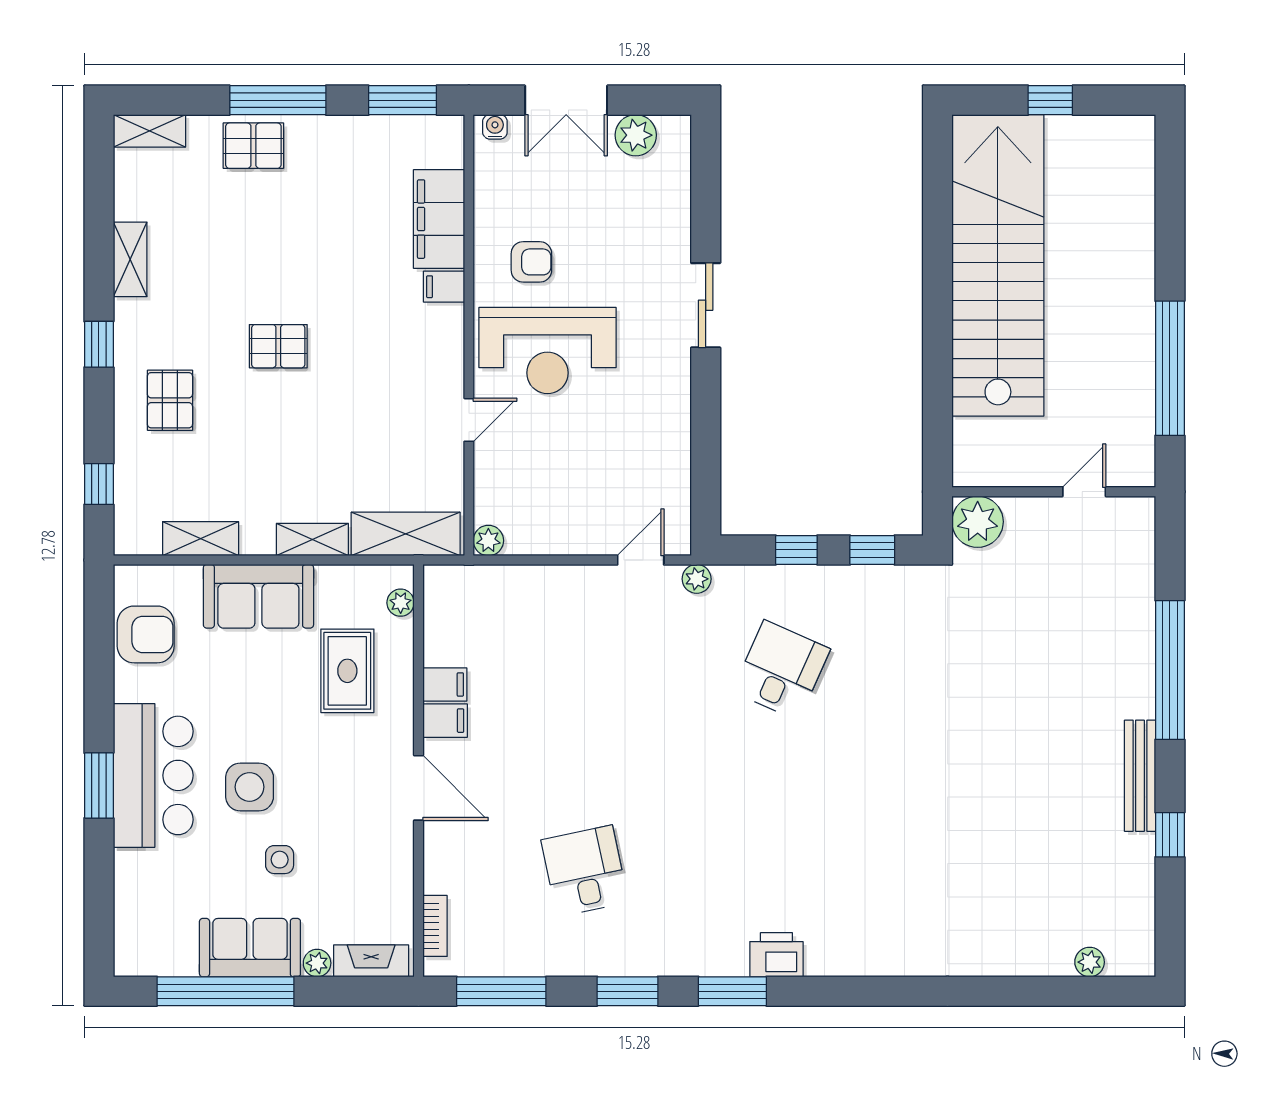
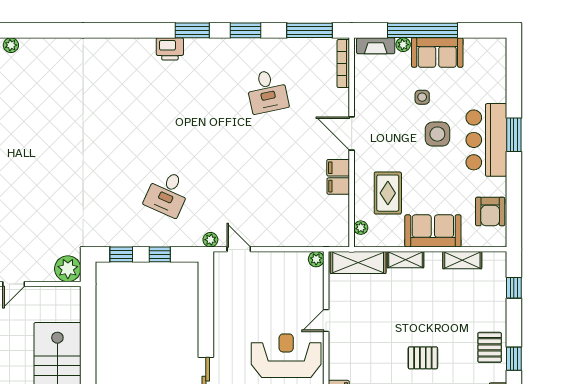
pallet: (170, 400) -> (490, 347), moved
door: (641, 560) -> (239, 249), swing flipped
armchair: (146, 634) -> (490, 211), turned -90
bookcase: (435, 926) -> (343, 64), width x1.56
window: (225, 991) -> (422, 30), moved

